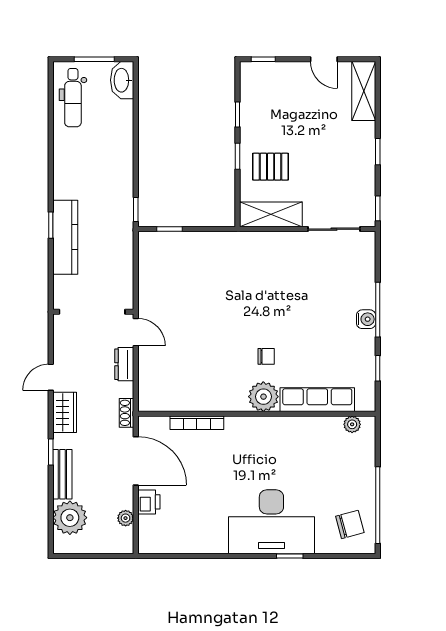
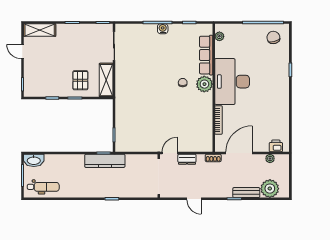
door: (324, 59) -> (22, 52), swing flipped
kitchen counter: (65, 237) -> (105, 161), moved, turned 180
wardrobe: (65, 412) -> (213, 191), removed
printer: (149, 502) -> (276, 146), moved
desk: (271, 522) -> (232, 82), moved, turned 180

